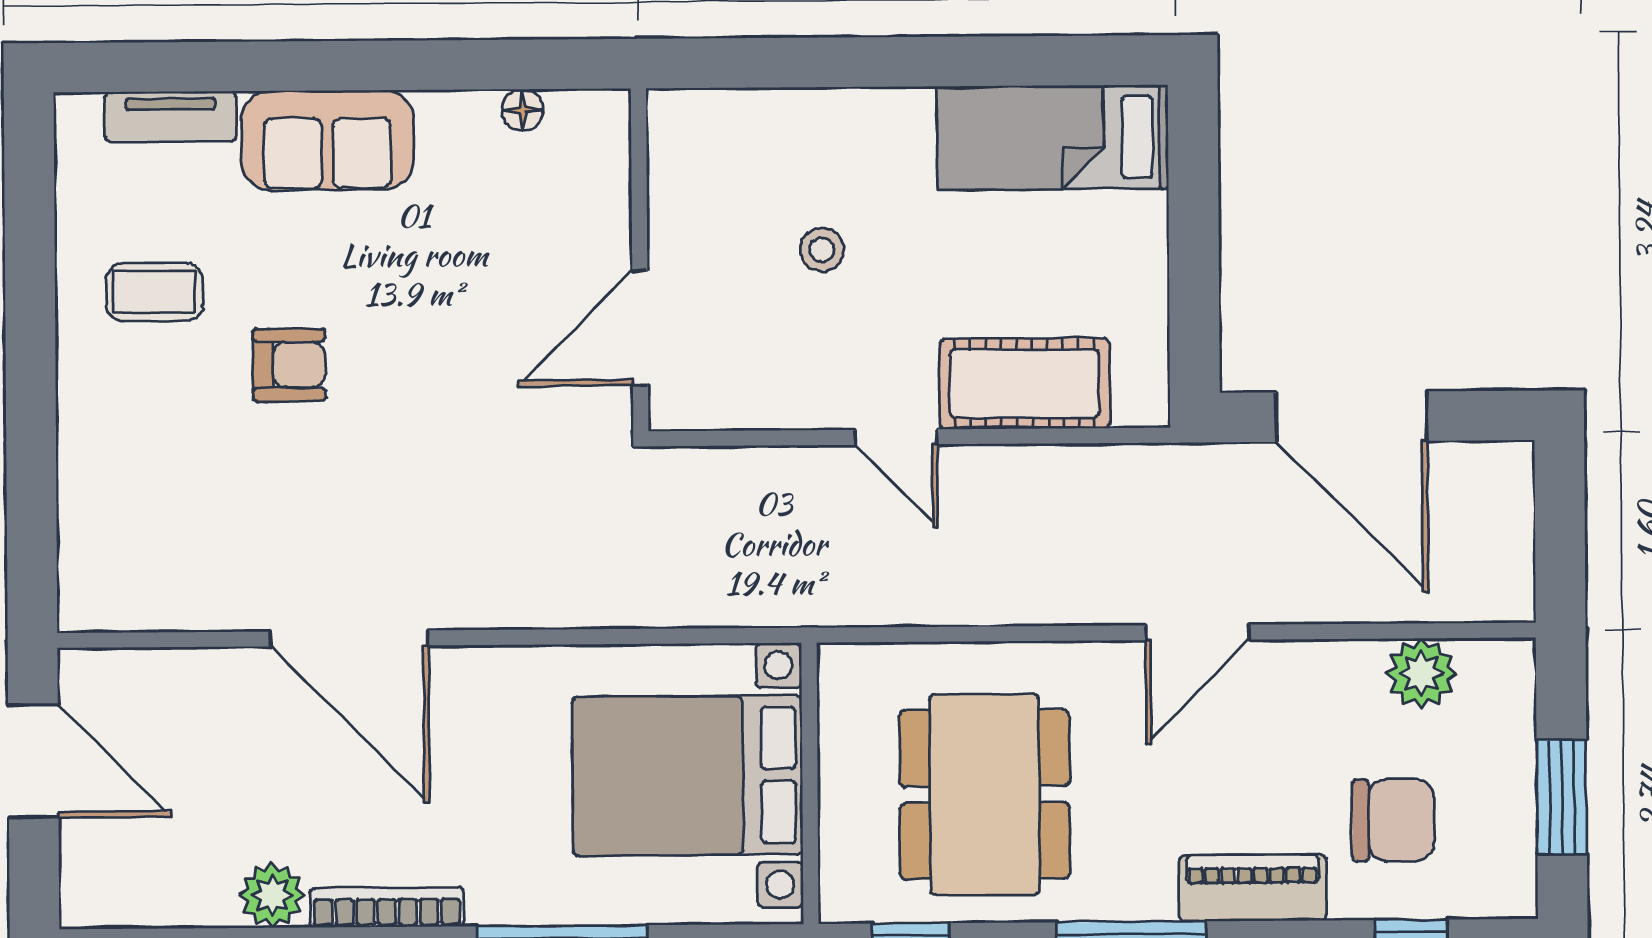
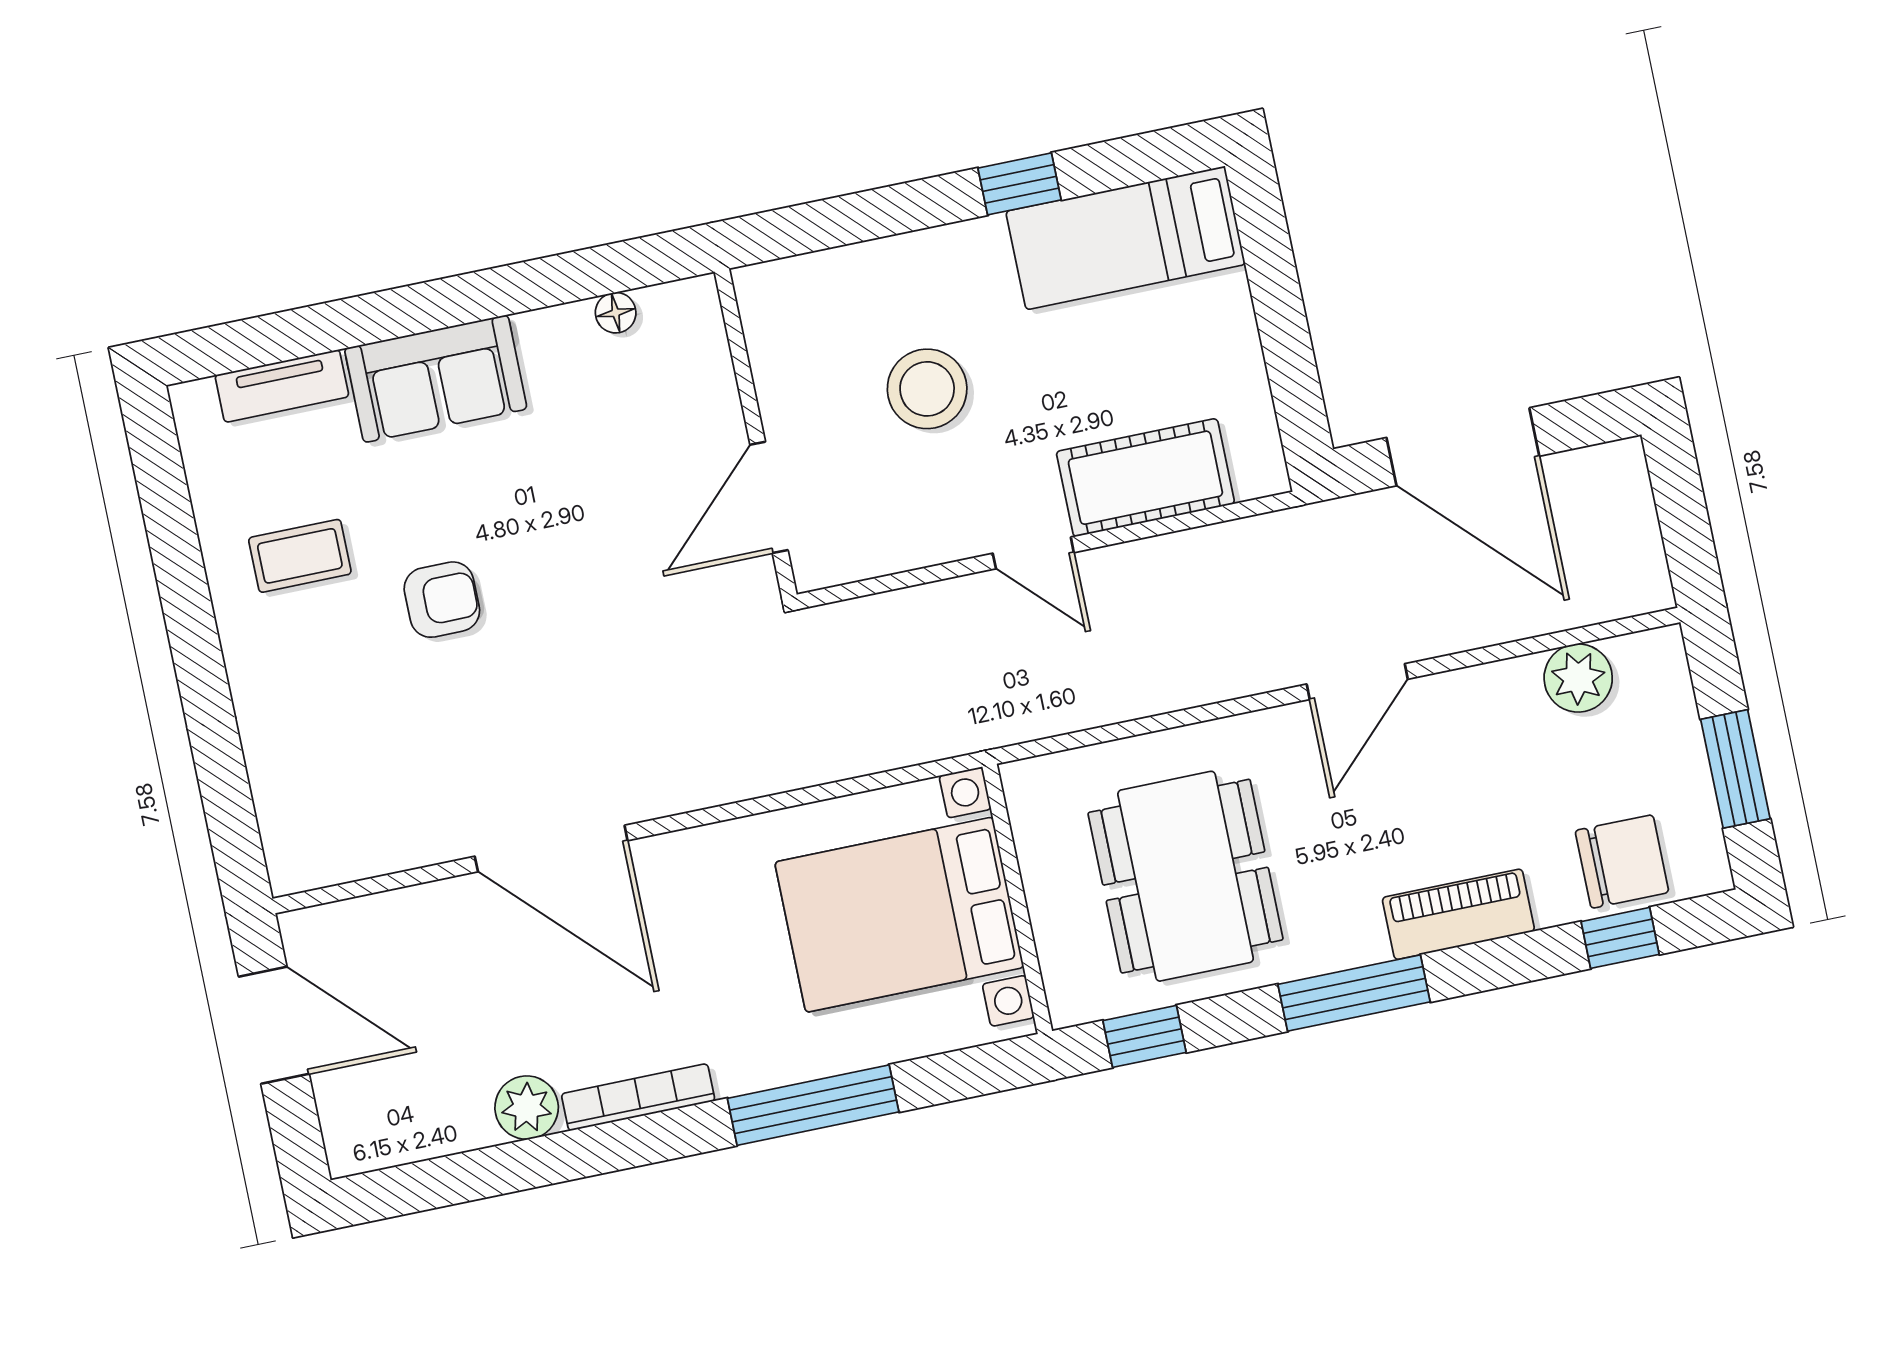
window: (957, 61) -> (1019, 184), added
stool: (822, 250) -> (927, 389), width x1.89, depth x1.89
chair: (1393, 820) -> (1622, 861), moved

